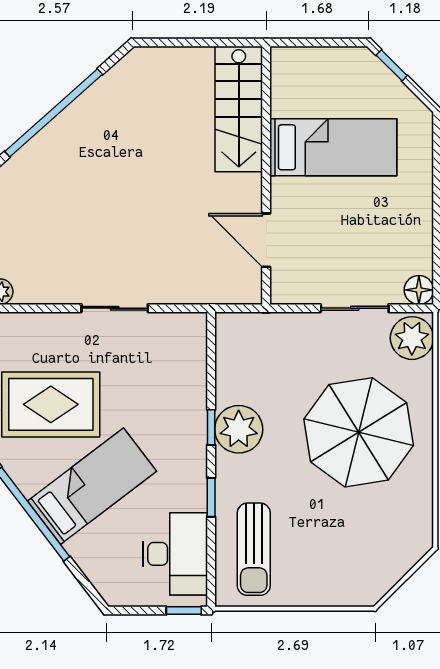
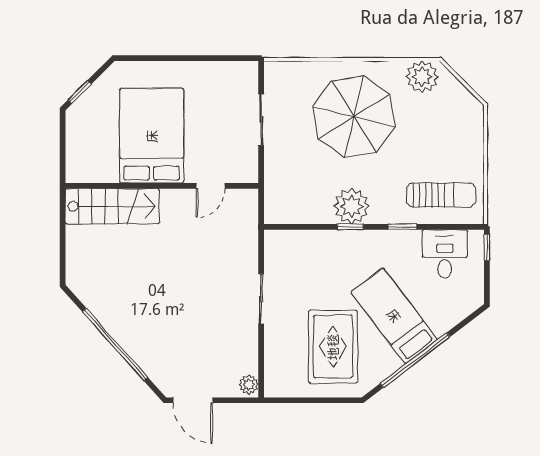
bed: (333, 147) -> (152, 136), width x1.50
door: (266, 240) -> (210, 186), width x0.73
floor lamp: (419, 290) -> (247, 72), removed
plant: (412, 338) -> (422, 77), moved
desk: (175, 554) -> (445, 254), width x0.73

